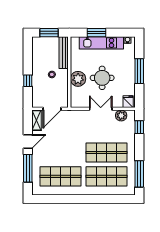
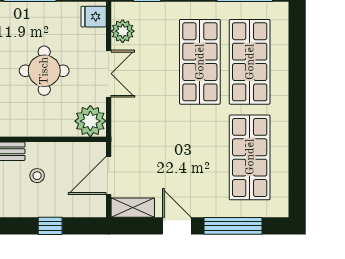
plant: (78, 79) -> (90, 121), moved
door: (52, 109) -> (109, 175), swing flipped
double door: (101, 109) -> (109, 74), swing flipped

